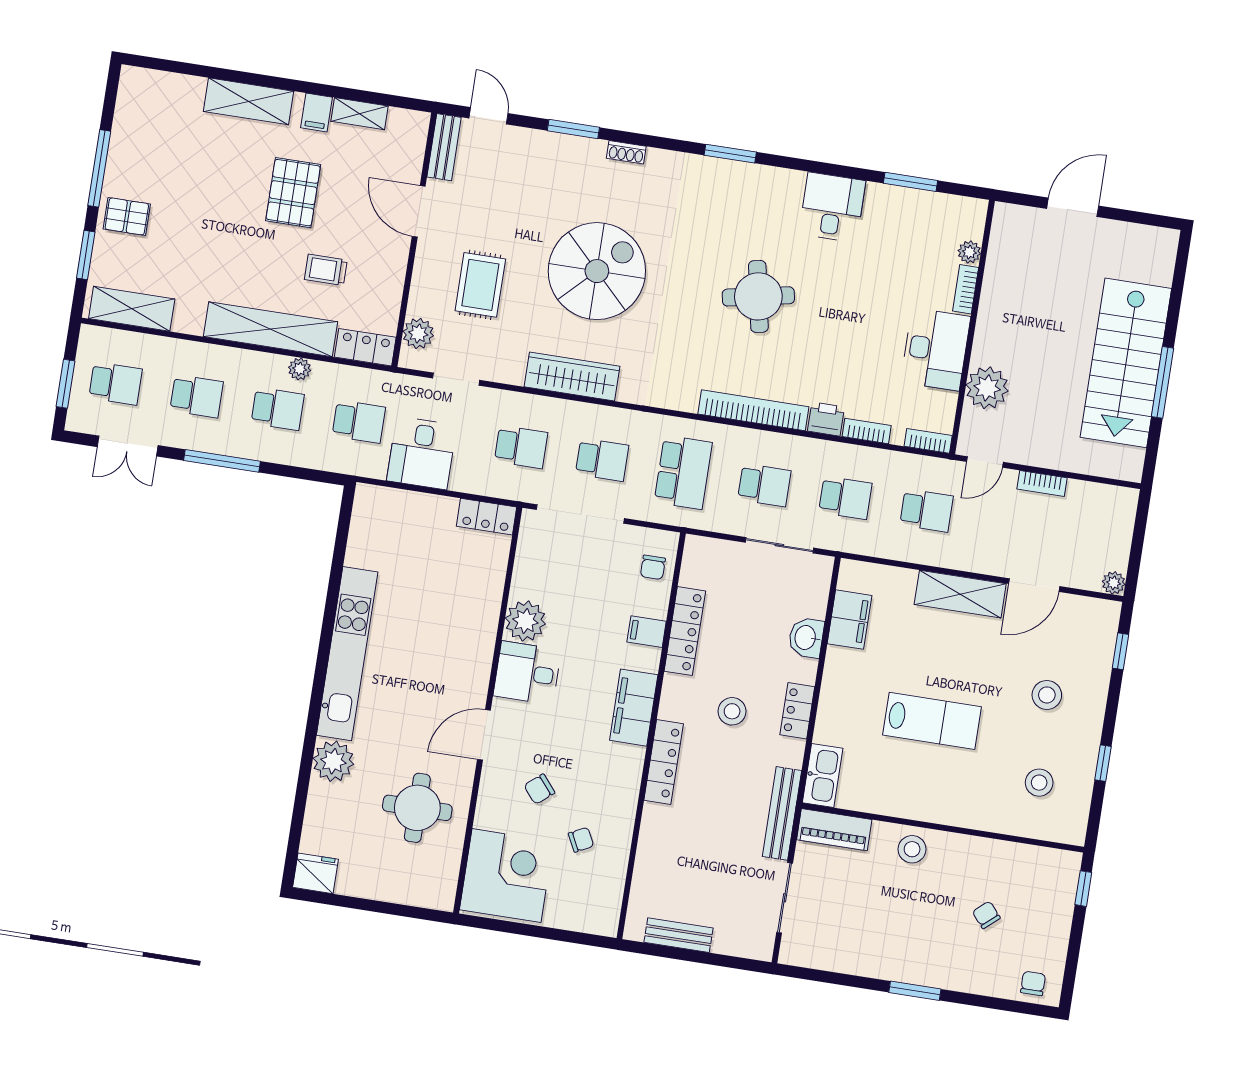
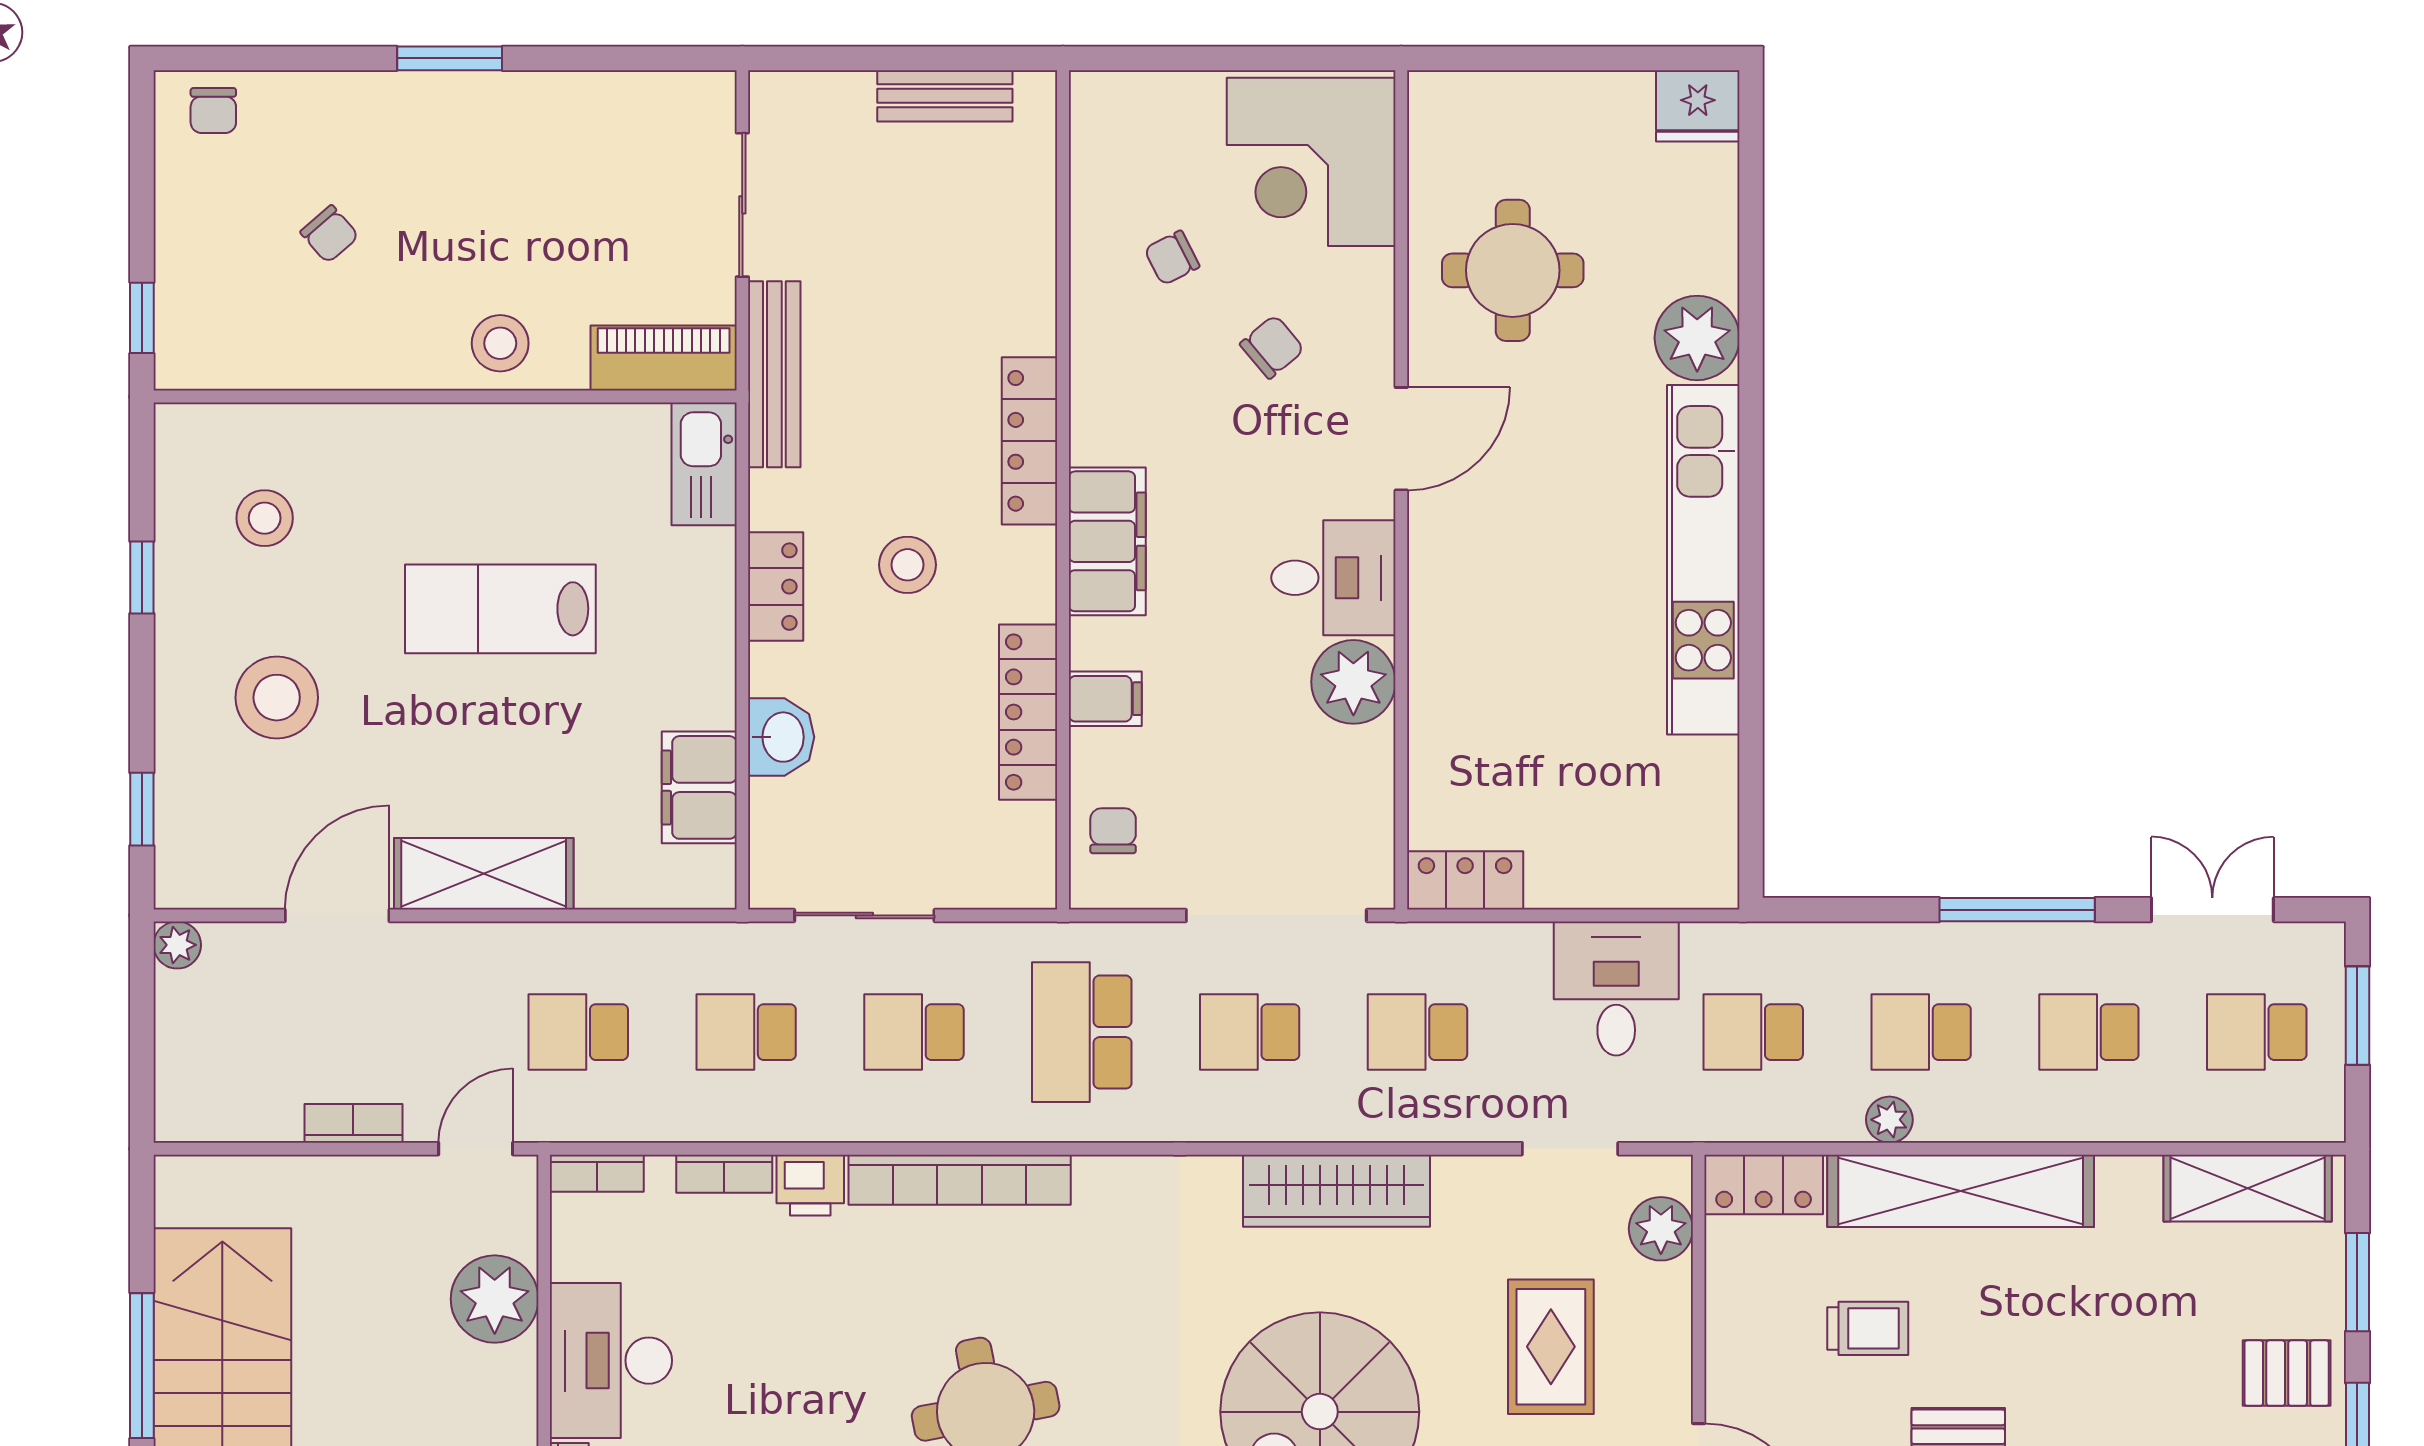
stool: (1047, 695) -> (277, 698), width x1.38, depth x1.38

